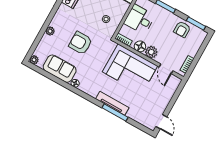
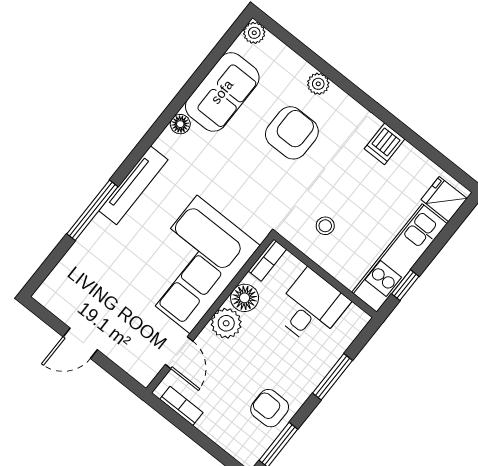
armchair: (80, 43) -> (292, 133), moved
door: (166, 69) -> (179, 353), swing flipped
tv unit: (112, 103) -> (133, 185), moved
door: (161, 122) -> (80, 343), moved

